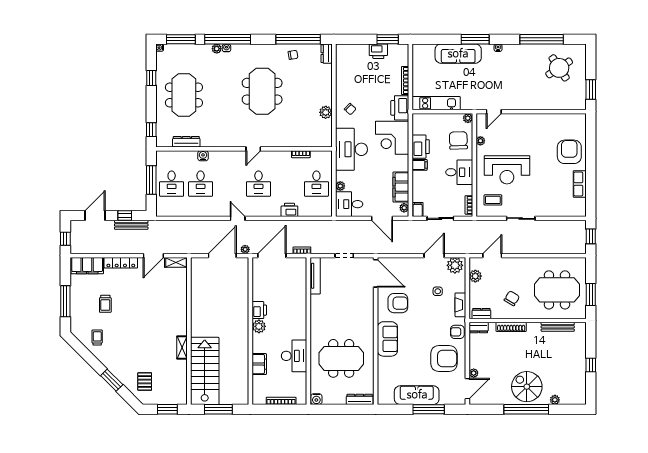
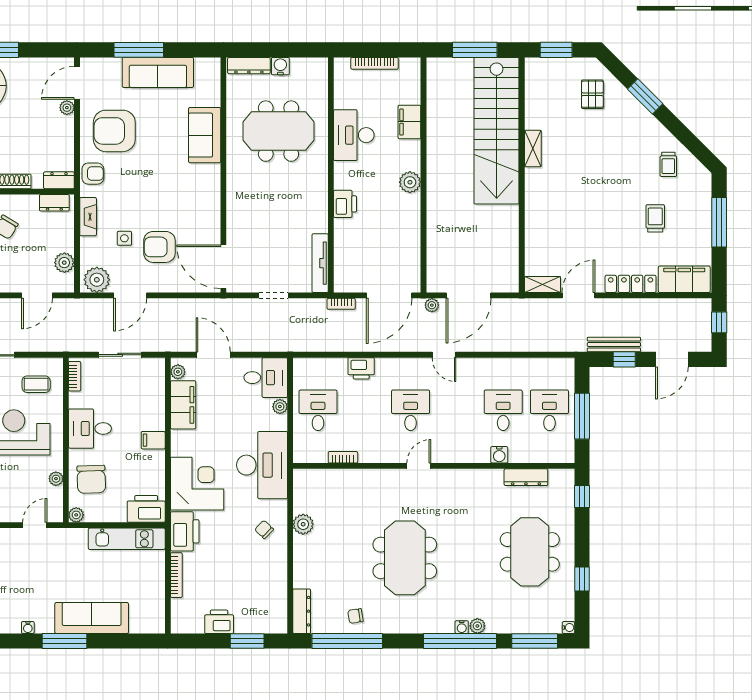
window: (388, 39) -> (247, 641), moved
dresser: (327, 54) -> (302, 611), width x1.44
printer: (421, 147) -> (146, 509), moved, turned 90
filing cabinet: (418, 209) -> (156, 369), removed
armchair: (398, 303) -> (159, 247), moved
printer: (259, 310) -> (345, 204), moved, turned 180
sofa: (387, 339) -> (205, 135), moved
stairs: (205, 371) -> (497, 131), width x1.36
water cooler: (316, 399) -> (280, 66), moved

